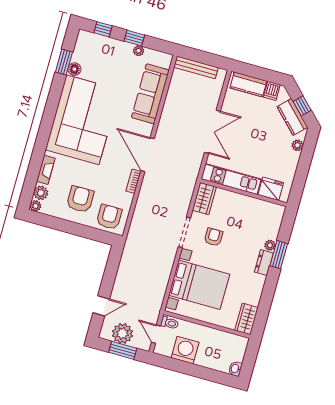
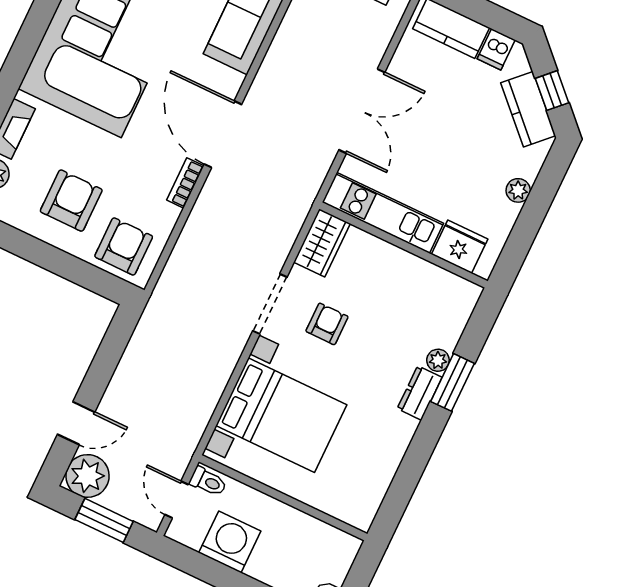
plant: (297, 145) -> (518, 190), moved
wardrobe: (246, 319) -> (365, 500), removed
plant: (122, 333) -> (88, 476), moved

